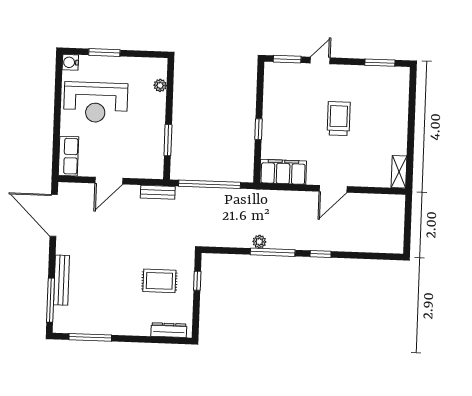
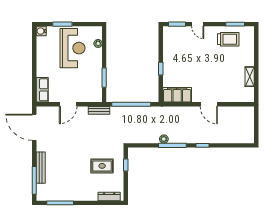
door: (320, 60) -> (198, 24), swing flipped
reception desk: (96, 102) -> (72, 48), moved, turned -90
trolley: (339, 119) -> (228, 39), moved, turned 90
shelving: (399, 172) -> (250, 77), moved
door: (333, 189) -> (209, 104), hinge flipped

